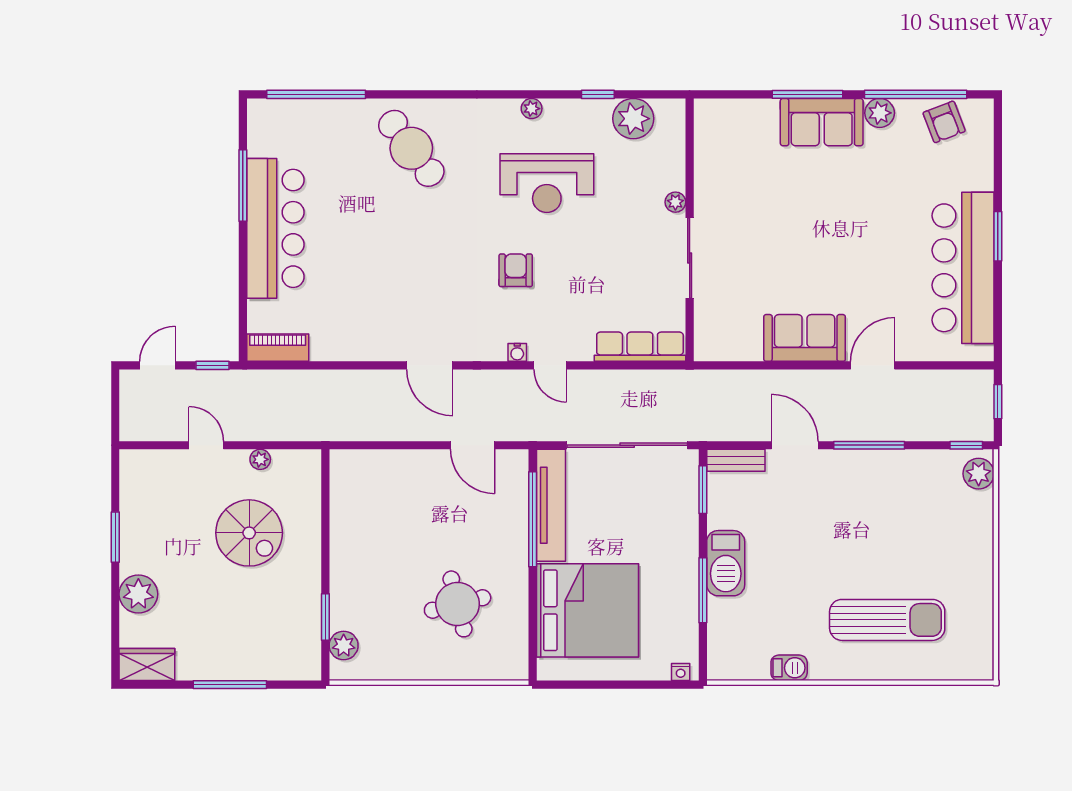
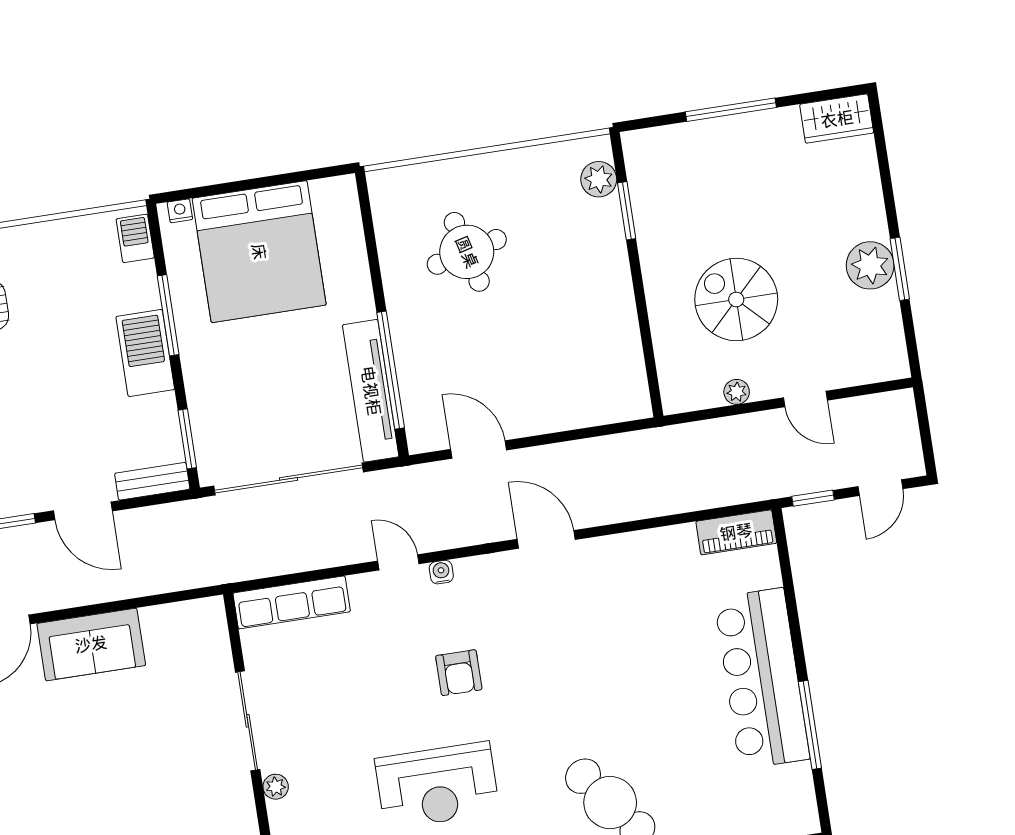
reception desk: (547, 183) -> (437, 786), turned 180
plant: (138, 594) -> (870, 265), moved
bed: (587, 610) -> (259, 252), moved, turned -90
barbecue: (789, 668) -> (135, 238), moved, turned 90

